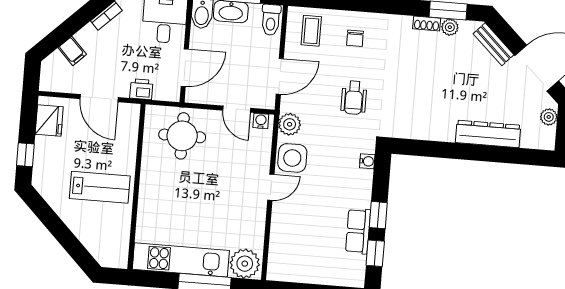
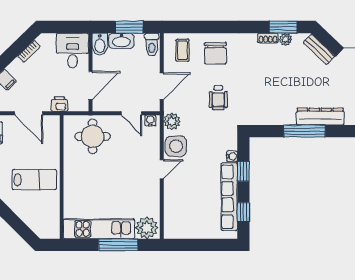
chair: (355, 38) -> (215, 53), width x1.87, depth x1.87
window: (465, 152) -> (304, 131), added
water cooler: (367, 161) -> (232, 156), moved
window: (378, 215) -> (243, 171), moved
row of seats: (358, 231) -> (229, 197), width x2.02

